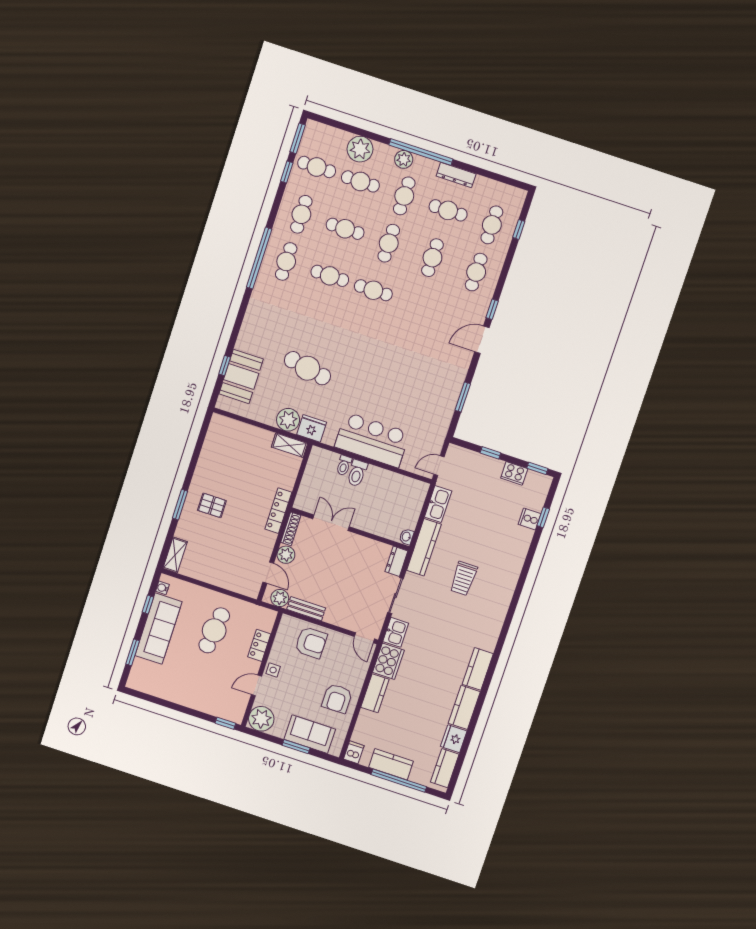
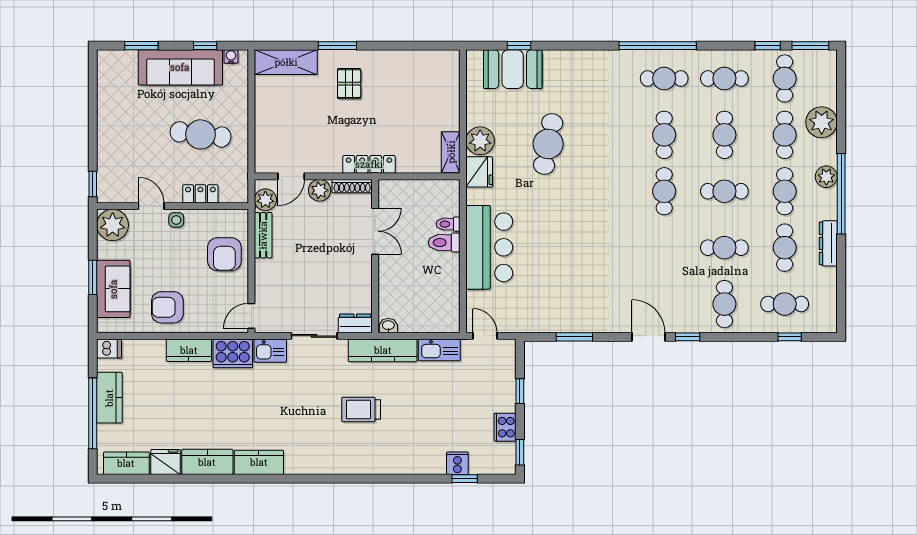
cafe table: (404, 196) -> (785, 191), turned 90
cafe table: (476, 272) -> (724, 304), turned 90
shelving: (175, 555) -> (286, 62), width x1.50, depth x1.33

